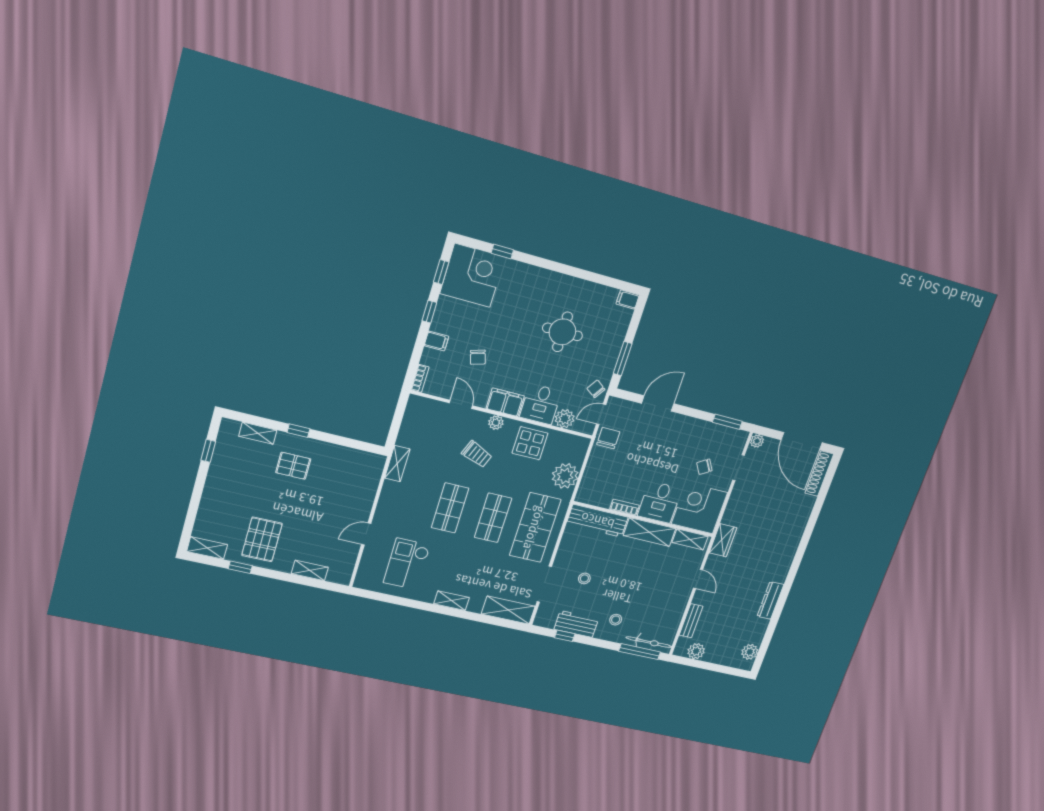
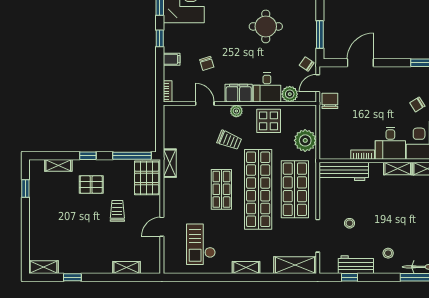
window: (354, 444) -> (132, 156), added
trolley: (317, 504) -> (117, 211), added
shop shelf: (493, 518) -> (258, 189), width x2.00, depth x1.36
shelving: (649, 532) -> (398, 168), width x0.67, depth x0.75
pallet: (262, 539) -> (147, 178), moved

